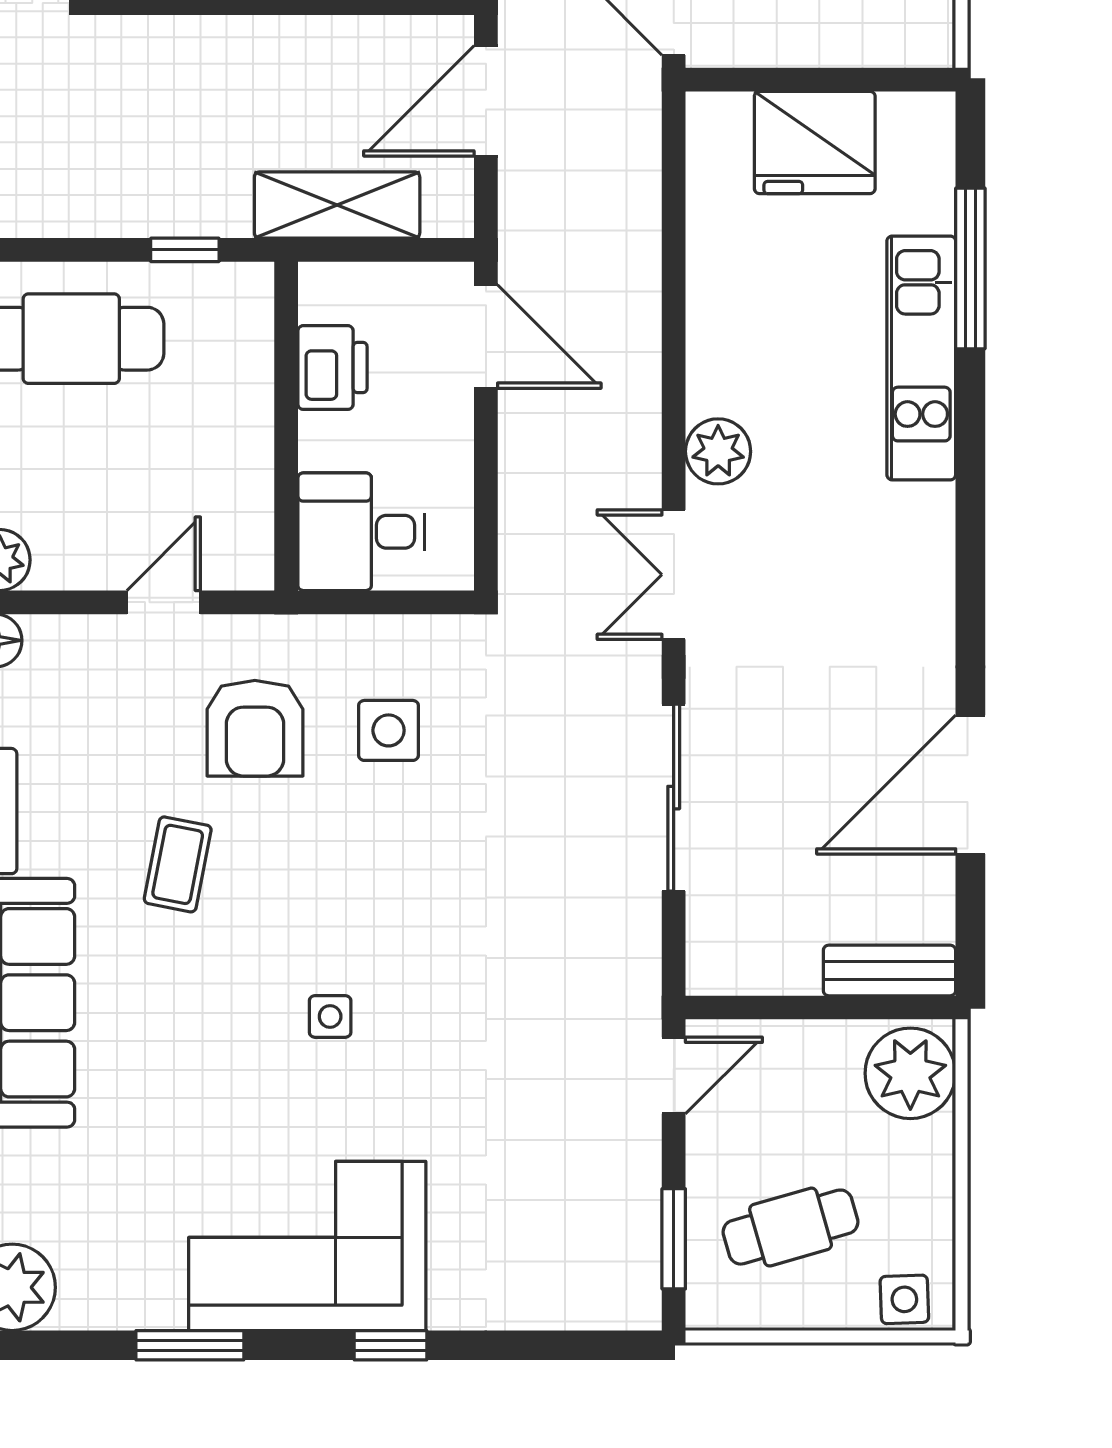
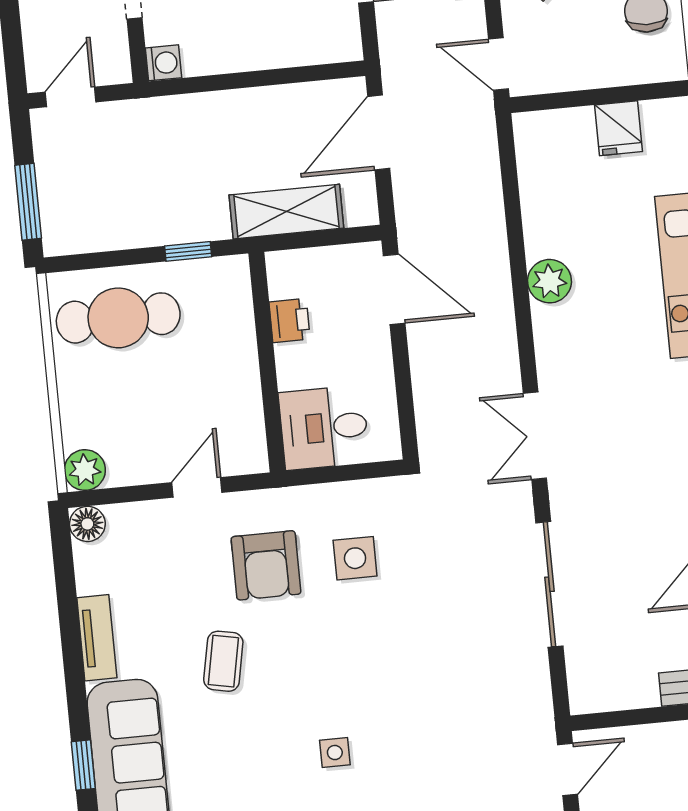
fridge: (815, 142) -> (619, 128), width x0.53, depth x0.75
printer: (332, 368) -> (290, 321), width x0.73, depth x0.81
plant: (718, 451) -> (550, 281), moved

